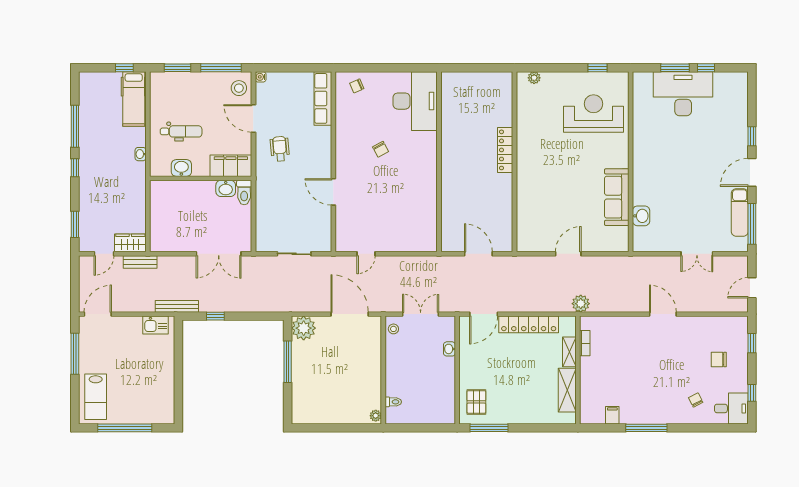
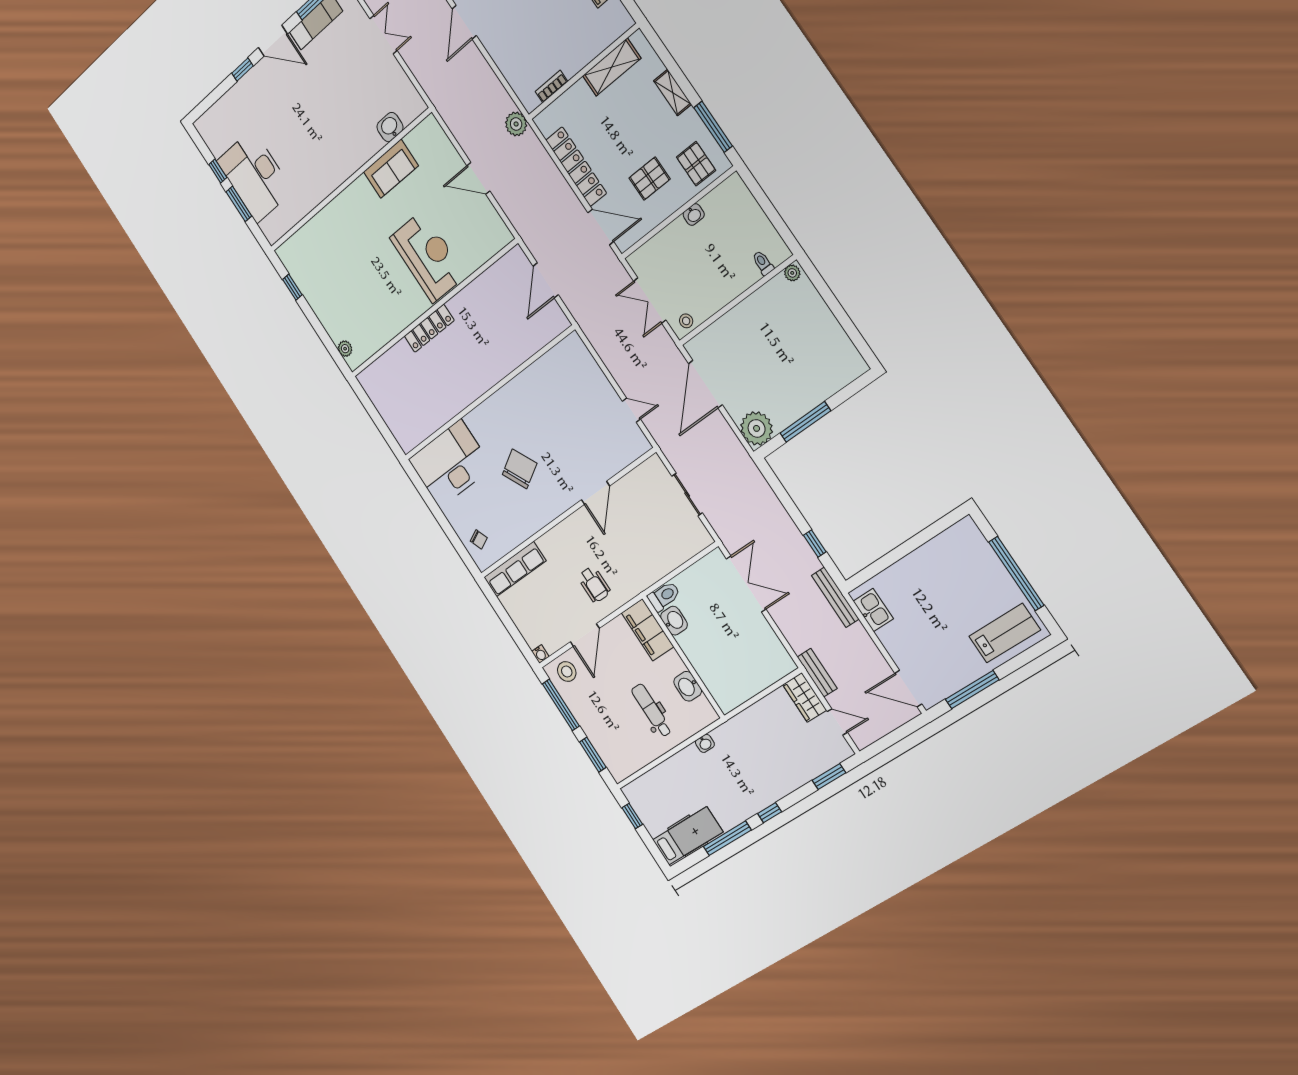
hospital bed: (134, 99) -> (688, 836), moved
reception desk: (593, 114) -> (428, 257), moved, turned 180
wheelchair: (280, 149) -> (594, 584), turned -85
chair: (381, 149) -> (520, 469), width x1.87, depth x1.87
sofa: (617, 197) -> (391, 169), width x0.73
washbasin: (449, 349) -> (694, 215), moved
shelving: (569, 352) -> (673, 92), moved, turned 90
pallet: (489, 367) -> (650, 179), added
pallet: (476, 402) -> (696, 164), turned 90

